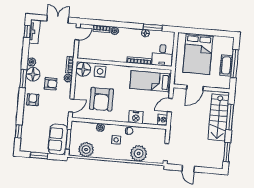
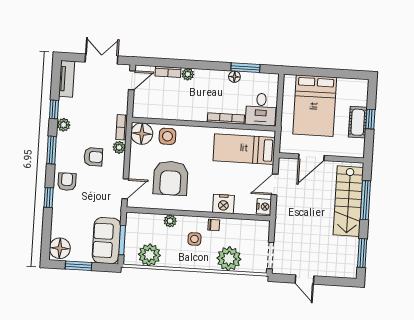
window: (27, 31) -> (54, 109), moved
window: (235, 64) -> (370, 119), width x0.46
floor lamp: (33, 74) -> (60, 248), moved
window: (18, 131) -> (49, 198), moved

